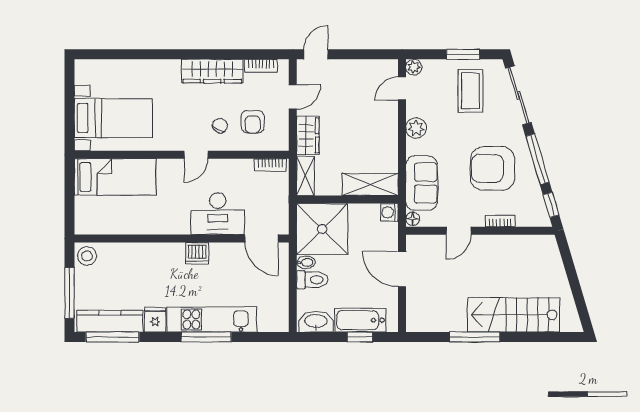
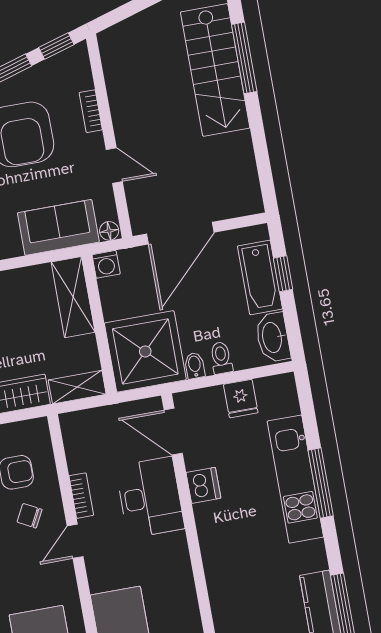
door: (196, 155) -> (75, 541), swing flipped
bookcase: (270, 165) -> (81, 496), moved
door: (262, 239) -> (173, 432), swing flipped
dishwasher: (197, 253) -> (203, 485), moved
door: (402, 269) -> (180, 233), width x1.36
toilet: (312, 280) -> (221, 358), width x0.73, depth x0.72
fridge: (155, 320) -> (241, 399), moved, turned -90
window: (474, 337) -> (244, 58), moved

